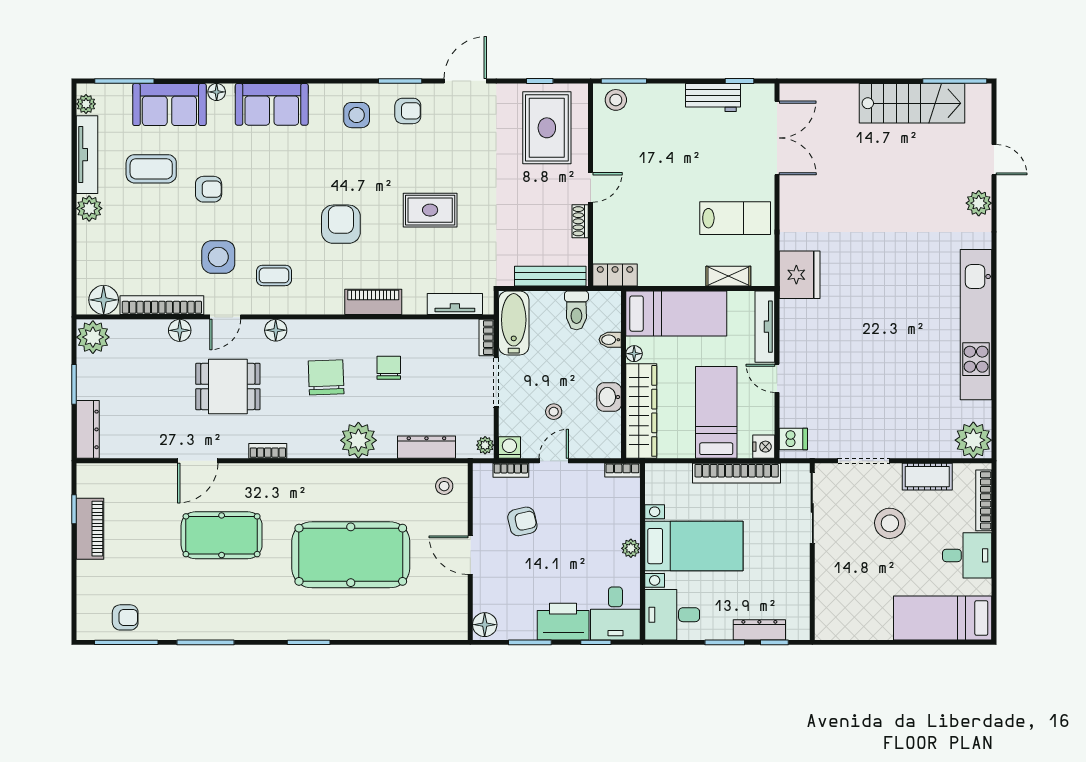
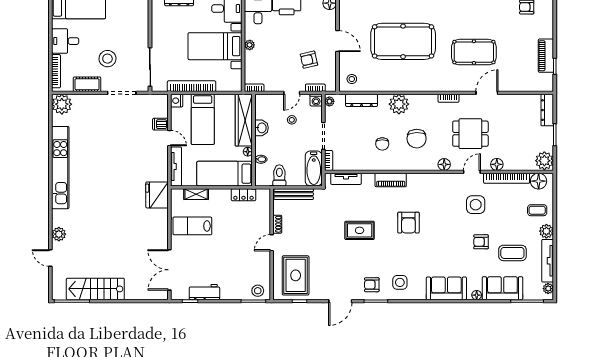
coffee table: (274, 275) -> (537, 210), moved
locker: (615, 275) -> (244, 195), moved
dishwasher: (793, 439) -> (160, 124), moved

